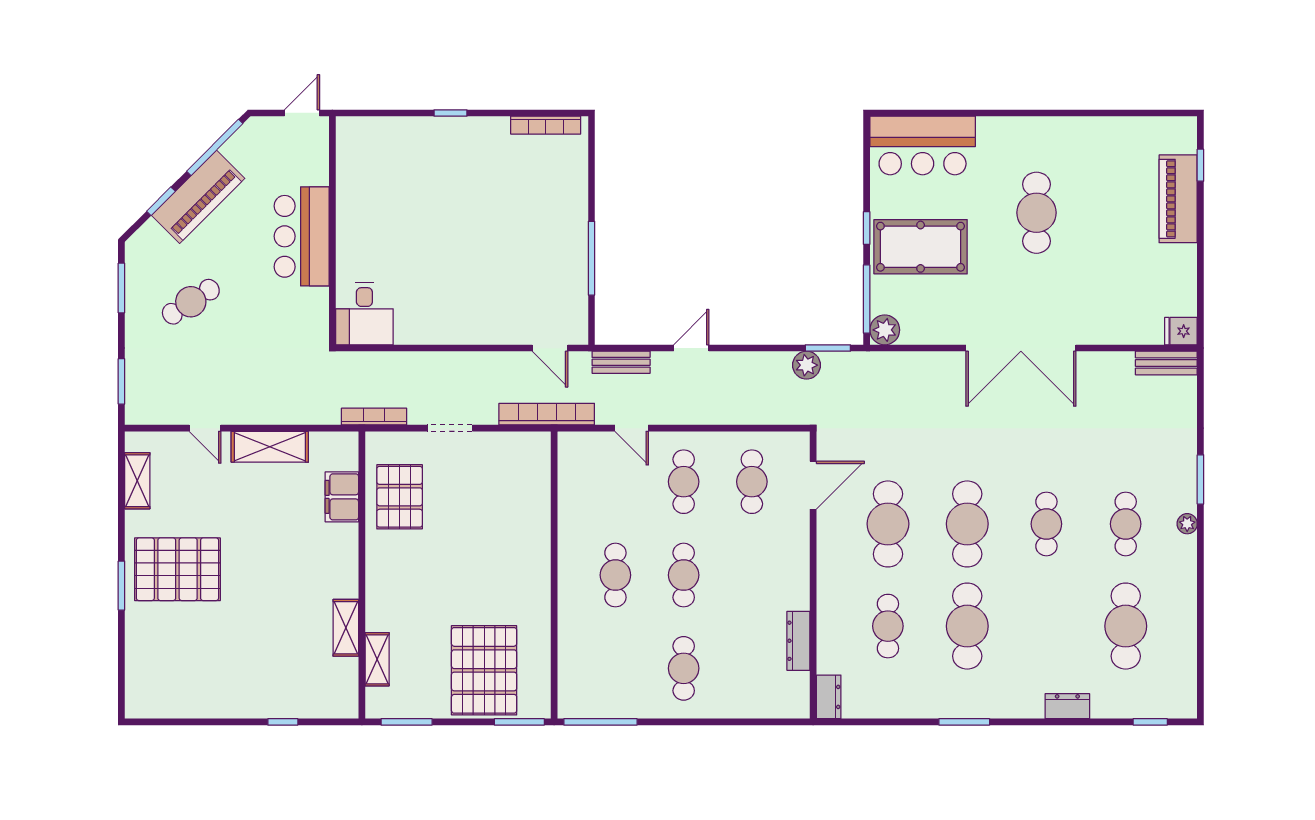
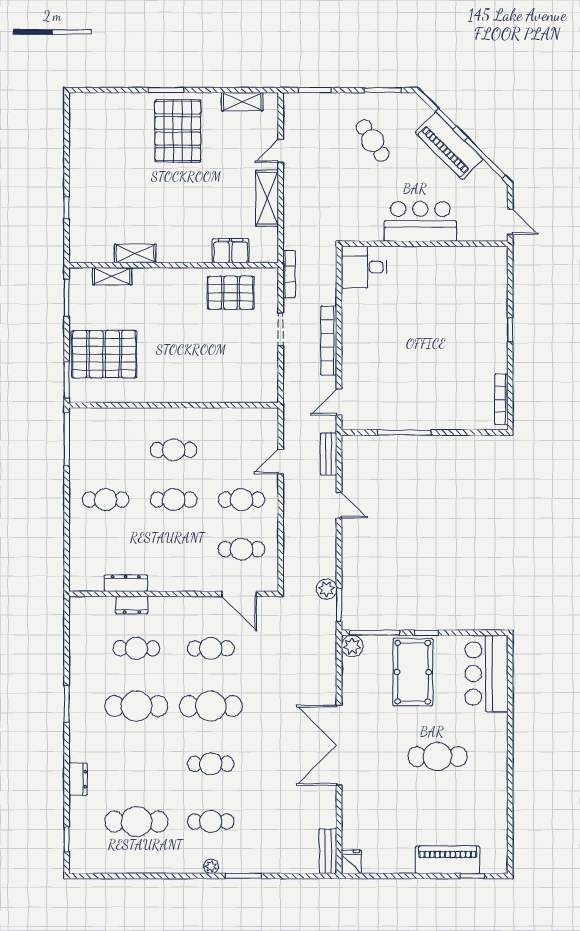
bookcase: (547, 414) -> (329, 341), moved, turned 180
cafe table: (888, 524) -> (211, 648), width x0.73, depth x0.74
dresser: (829, 697) -> (132, 605), moved

